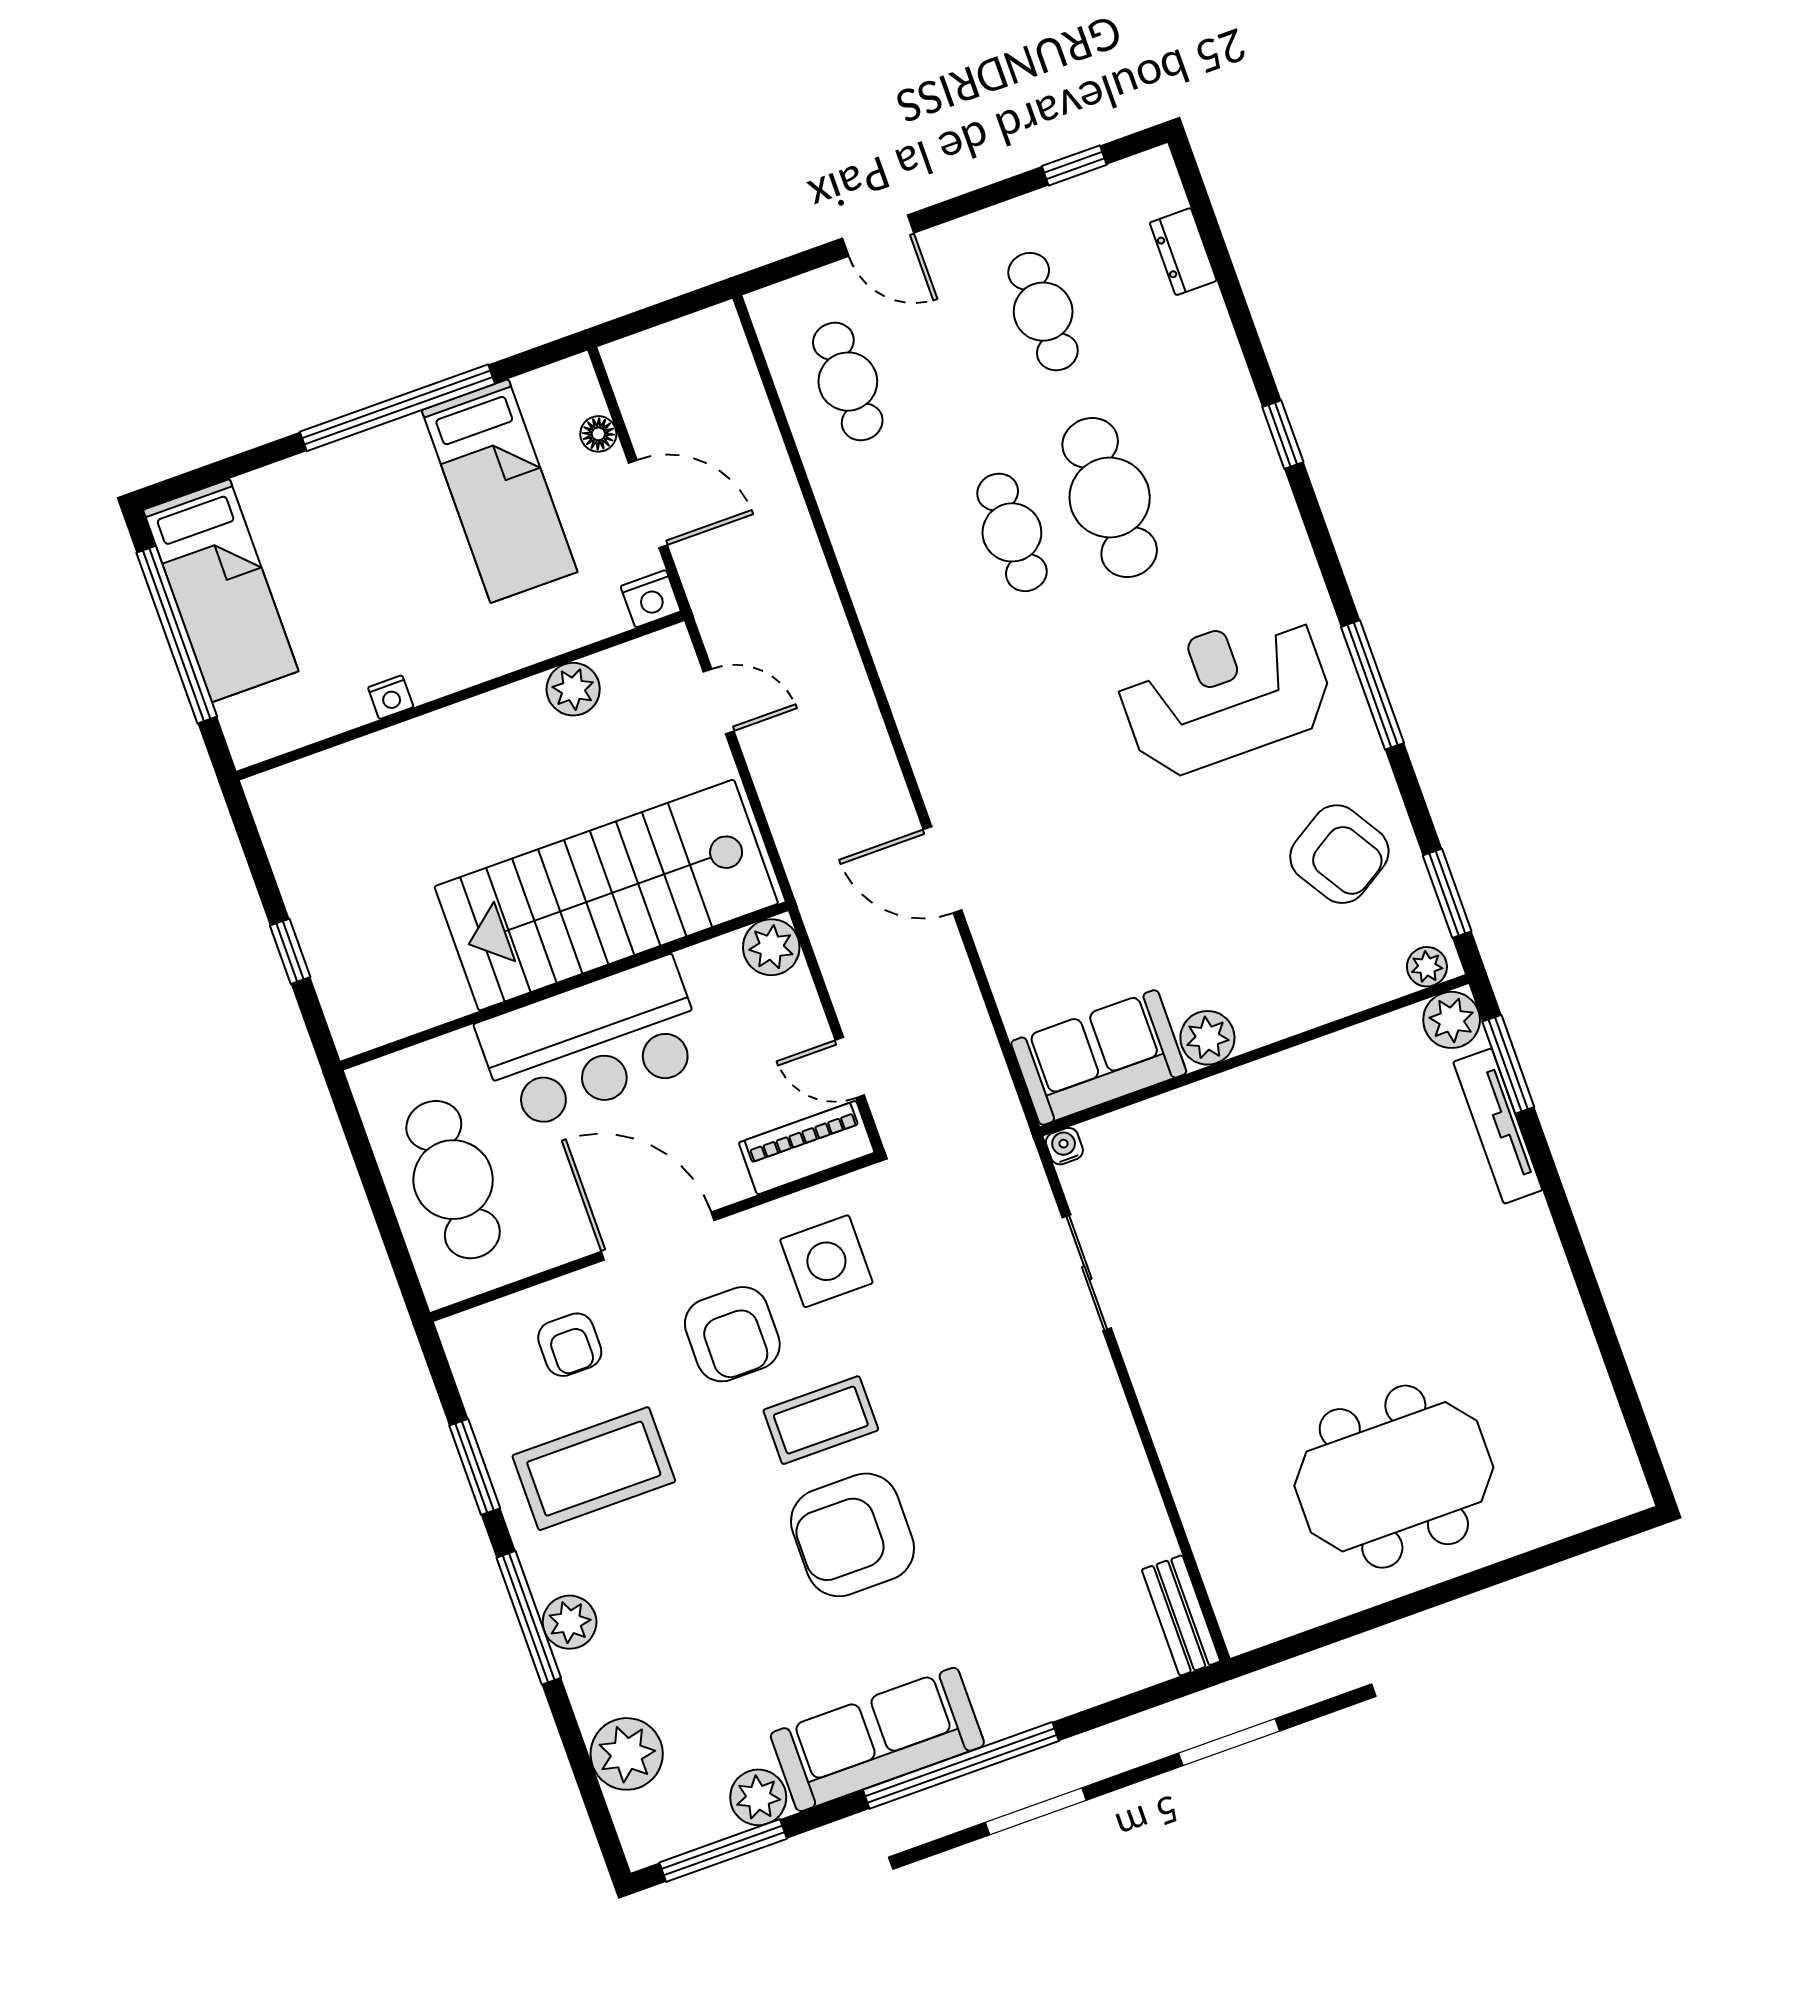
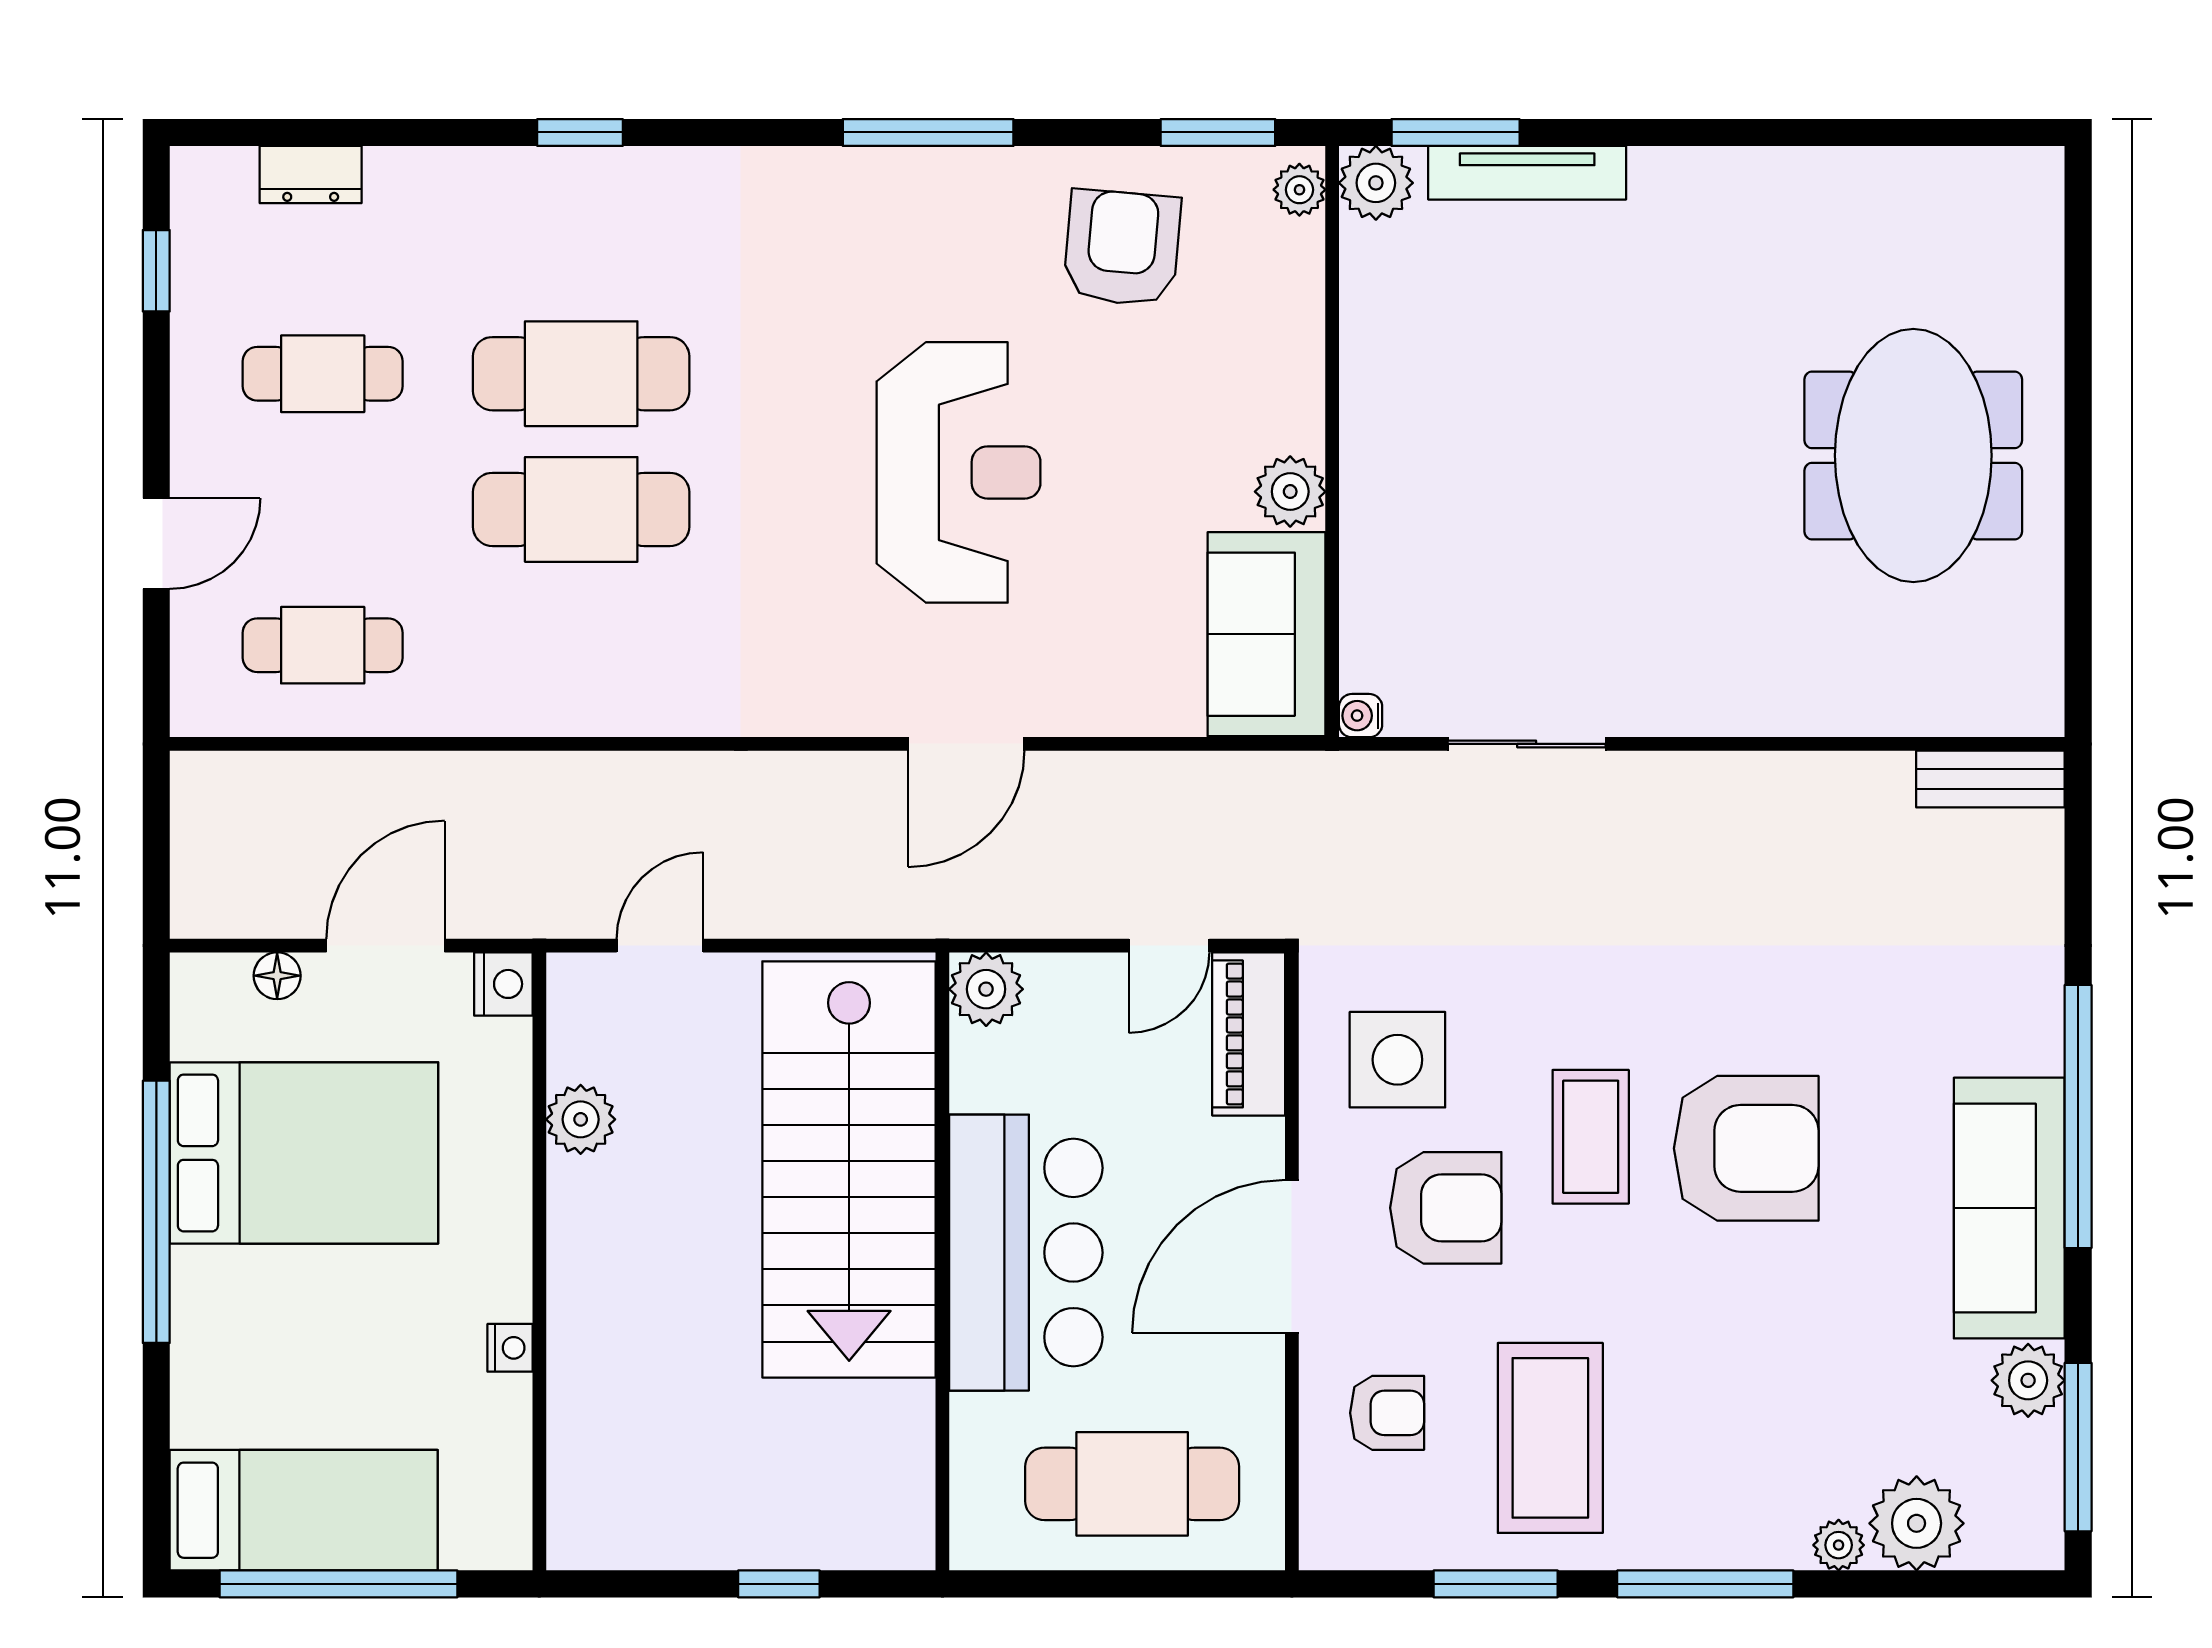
bed: (500, 491) -> (304, 1153), width x1.50
cafe table: (1012, 532) -> (581, 509), width x1.37, depth x1.35
reception desk: (1225, 693) -> (959, 472), moved, turned 180
armchair: (1339, 854) -> (1122, 248), turned -53
armchair: (853, 1535) -> (1746, 1148), turned -90
plant: (570, 1622) -> (1839, 1545), moved, width x0.73, depth x0.73

